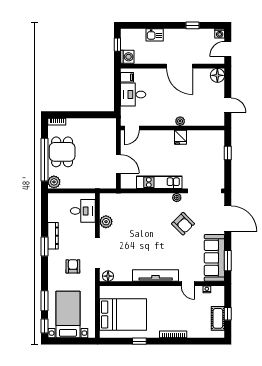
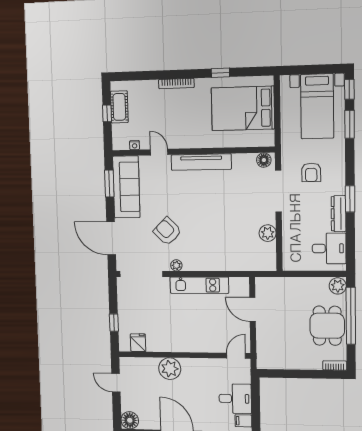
plant: (180, 121) -> (170, 369), width x1.88, depth x1.88
fridge: (181, 137) -> (138, 343), moved
desk: (83, 211) -> (329, 248), moved, turned 180

